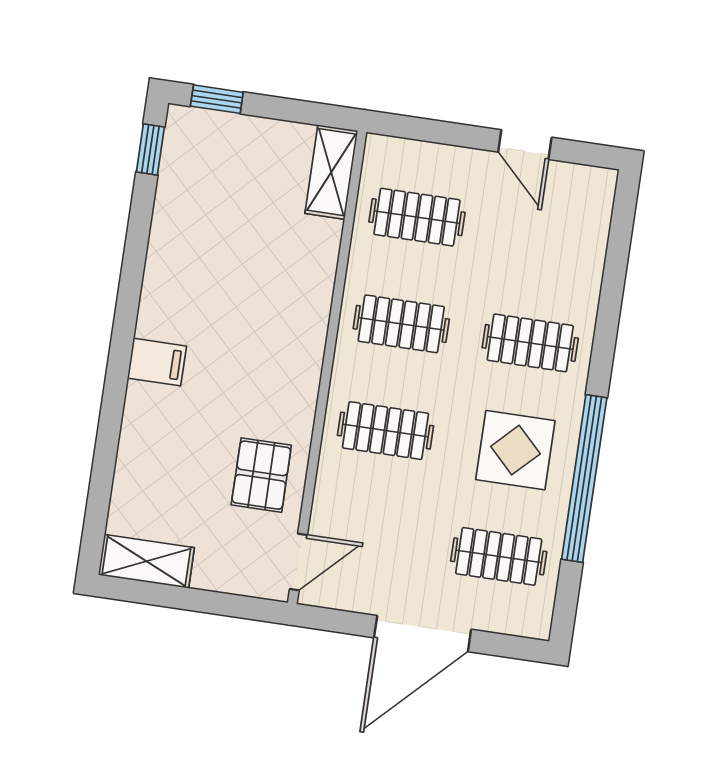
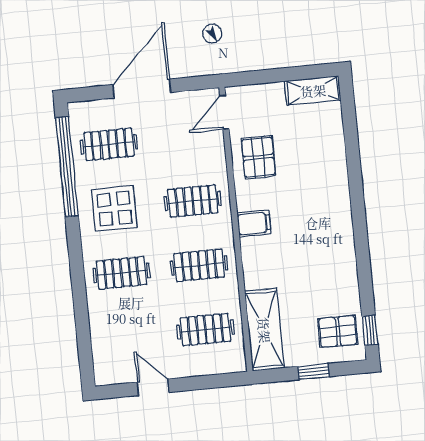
window: (217, 99) -> (314, 372), moved
pallet: (203, 161) -> (338, 331), added
shelving: (331, 172) -> (264, 330), width x1.50, depth x1.33
filing cabinet: (157, 362) -> (254, 223), moved, turned 180
window: (584, 479) -> (67, 167), moved

